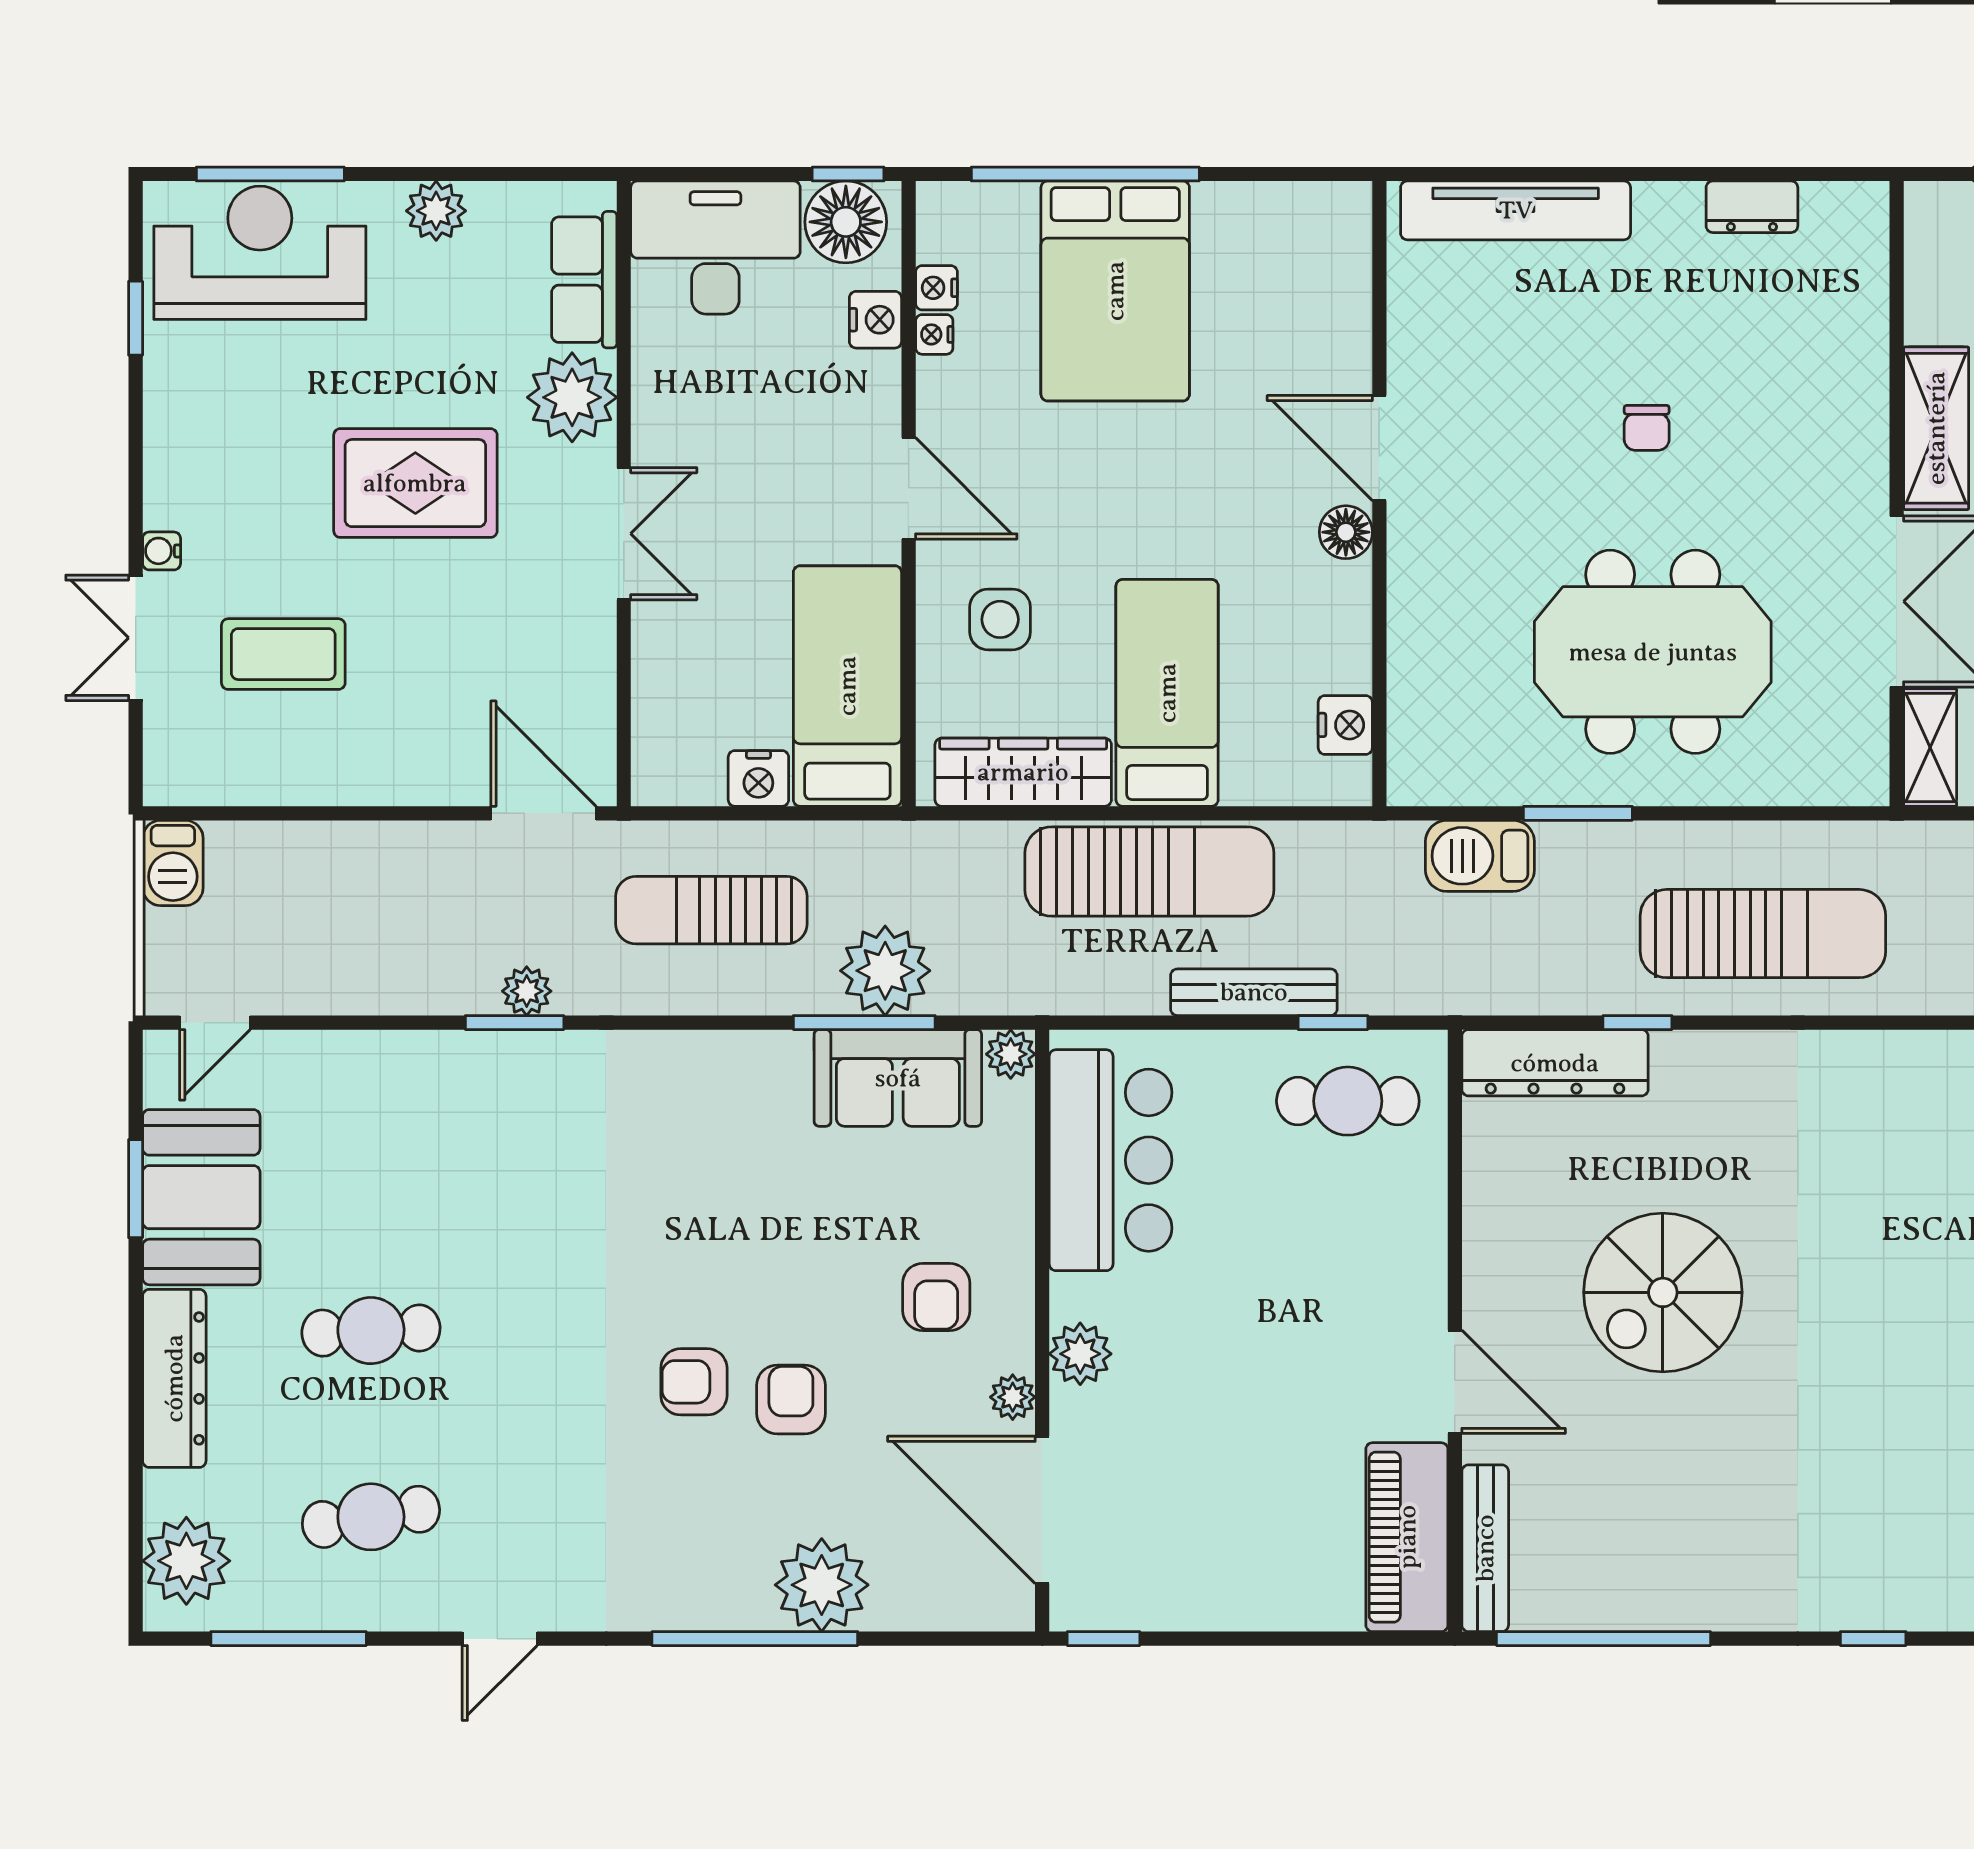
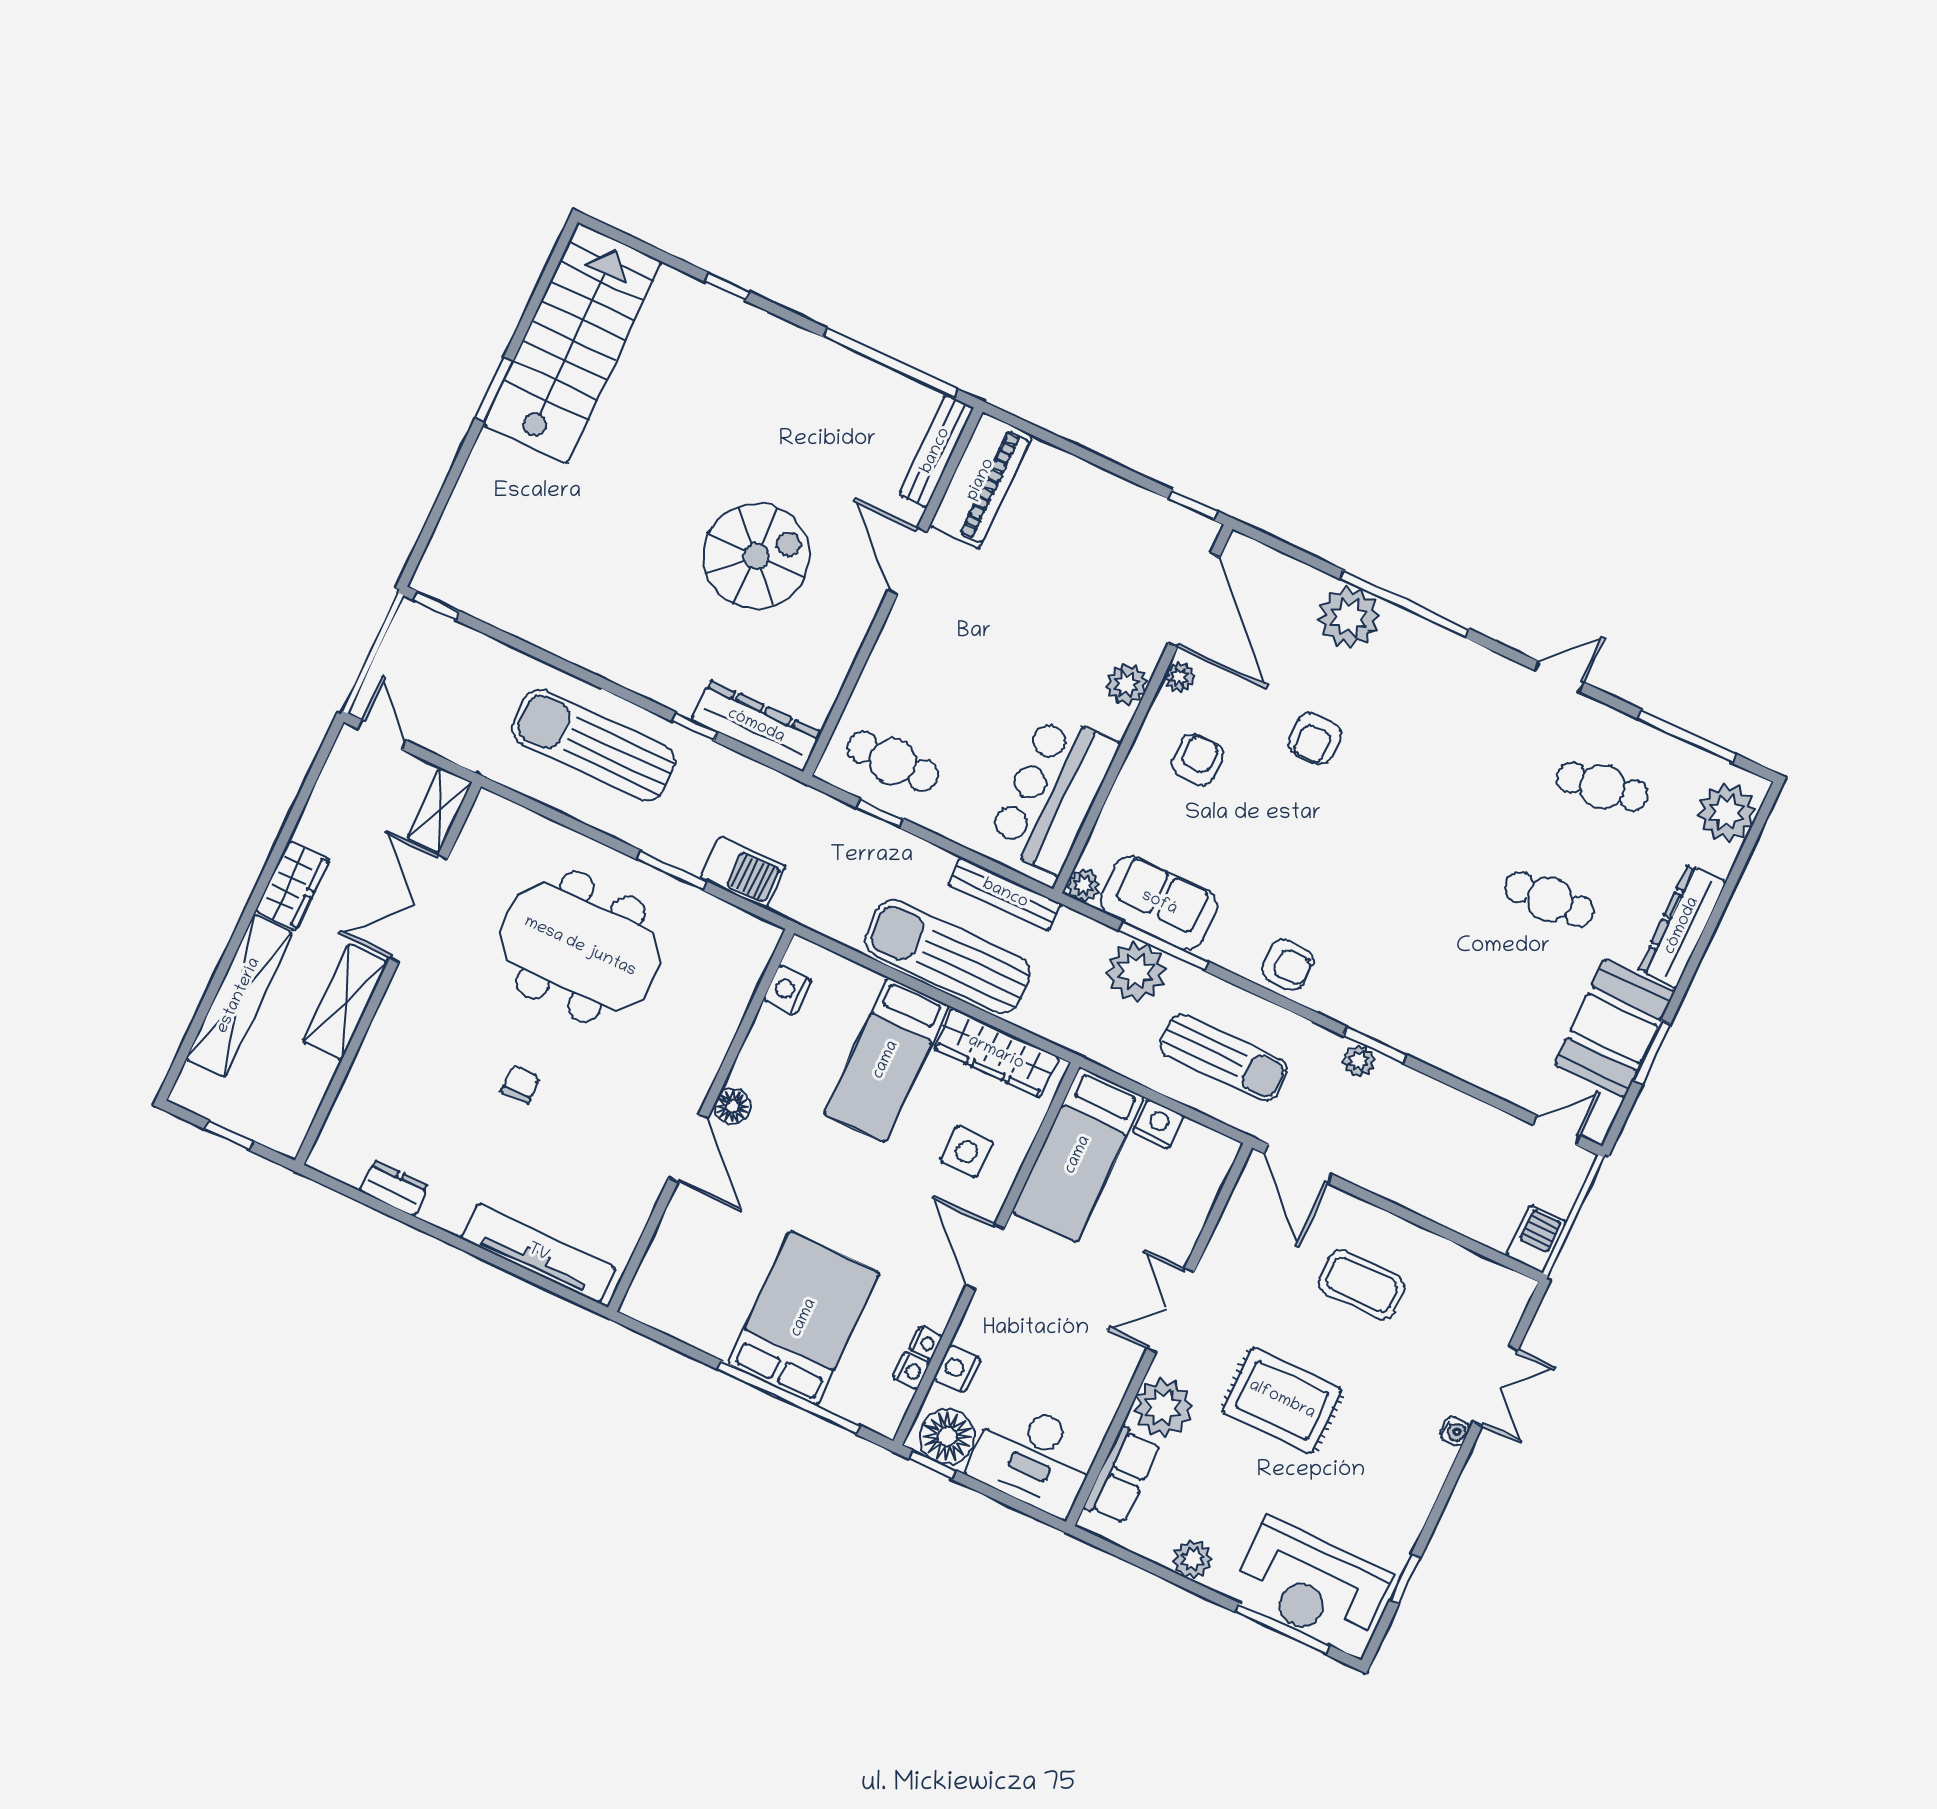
coffee table: (283, 654) -> (1362, 1285), moved
bench: (1254, 992) -> (1005, 894), moved
armchair: (694, 1382) -> (1288, 965), moved

